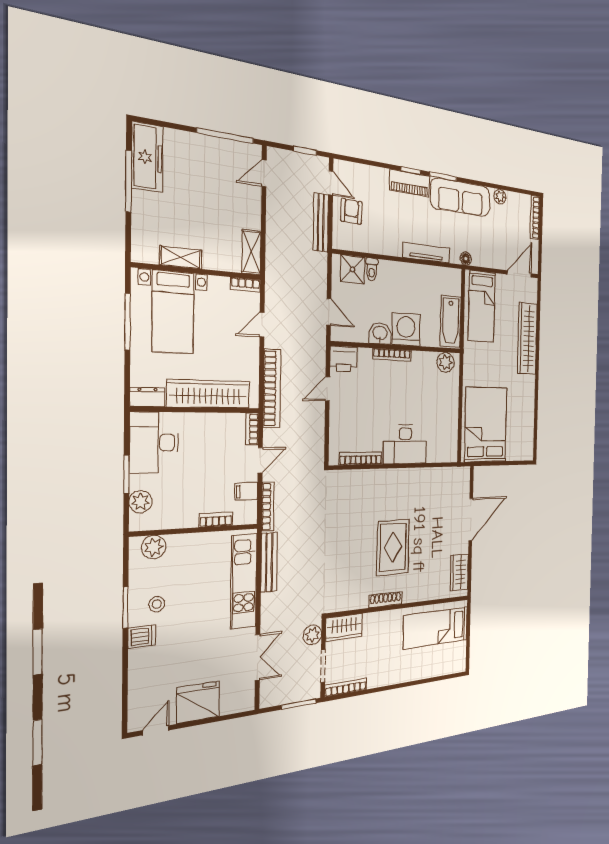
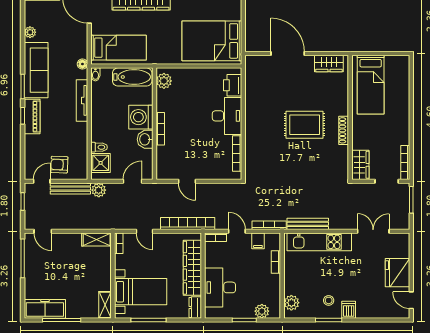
shelving: (181, 257) -> (105, 305), moved
bidet: (454, 274) -> (95, 74), added
printer: (344, 359) -> (233, 85), moved, turned 180
desk: (154, 443) -> (220, 287), moved, turned 90
plant: (312, 635) -> (99, 190), moved

